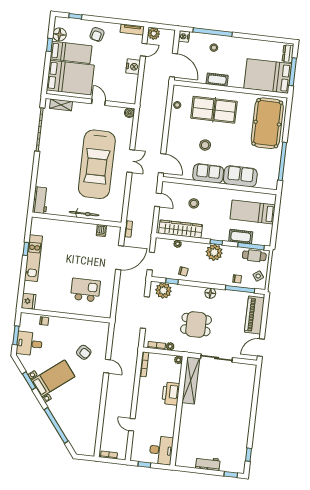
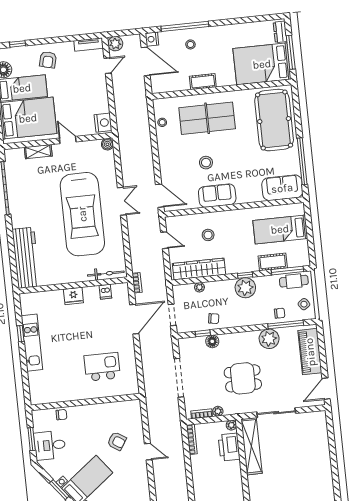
door: (173, 65) -> (146, 61), moved
nightstand: (133, 67) -> (103, 123), moved
shelving: (61, 105) -> (38, 152), moved
sofa: (240, 176) -> (282, 188), moved
workbench: (40, 200) -> (26, 258), width x1.88, depth x1.32
bicycle: (84, 214) -> (106, 274), moved
plant: (163, 290) -> (269, 339), moved
floor lamp: (210, 293) -> (212, 341), moved
fridge: (29, 301) -> (73, 296), moved, turned 90
printer: (171, 394) -> (229, 447), moved

